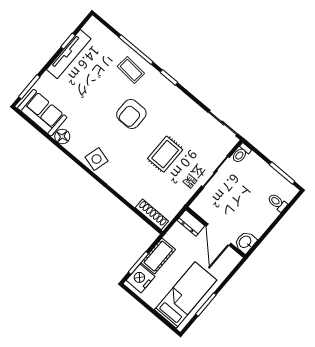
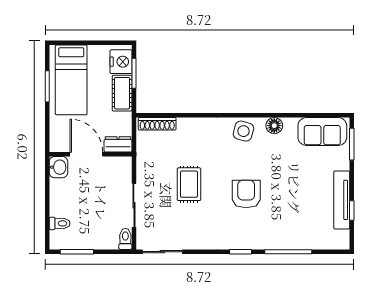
coffee table: (131, 70) -> (278, 231), removed
floor lamp: (62, 136) -> (274, 126), moved

